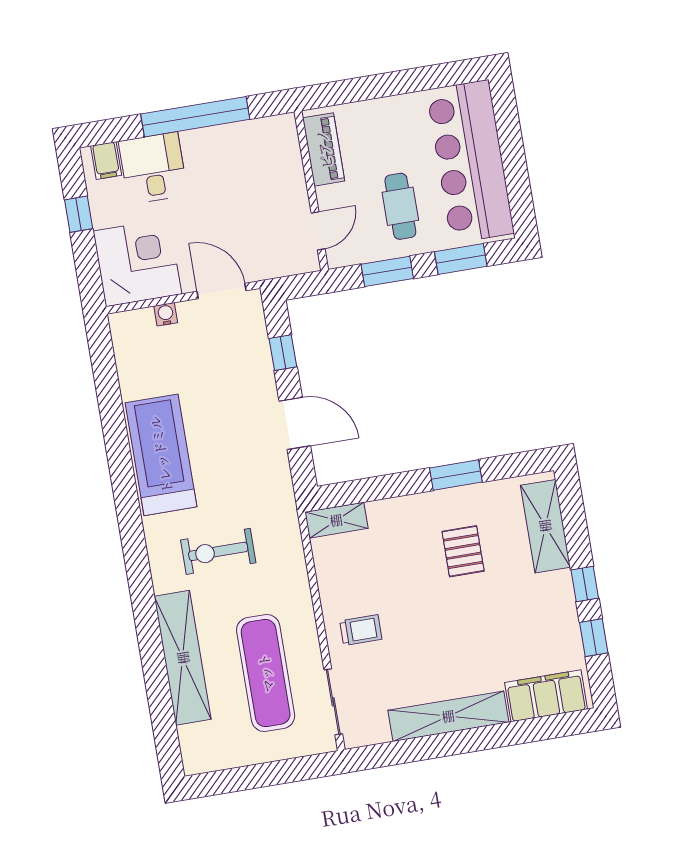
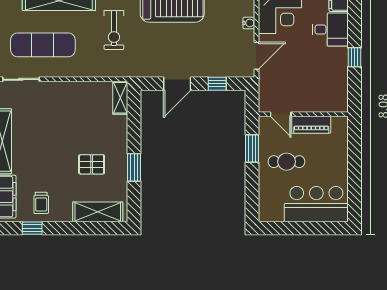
window: (195, 117) -> (355, 57), width x0.32
piano: (324, 149) -> (311, 125), moved
bar counter: (470, 162) -> (316, 204), width x0.73
window: (461, 259) -> (252, 190), removed
exercise bike: (218, 551) -> (114, 30), turned 180
window: (585, 584) -> (62, 228), removed
trolley: (361, 630) -> (41, 203), moved

